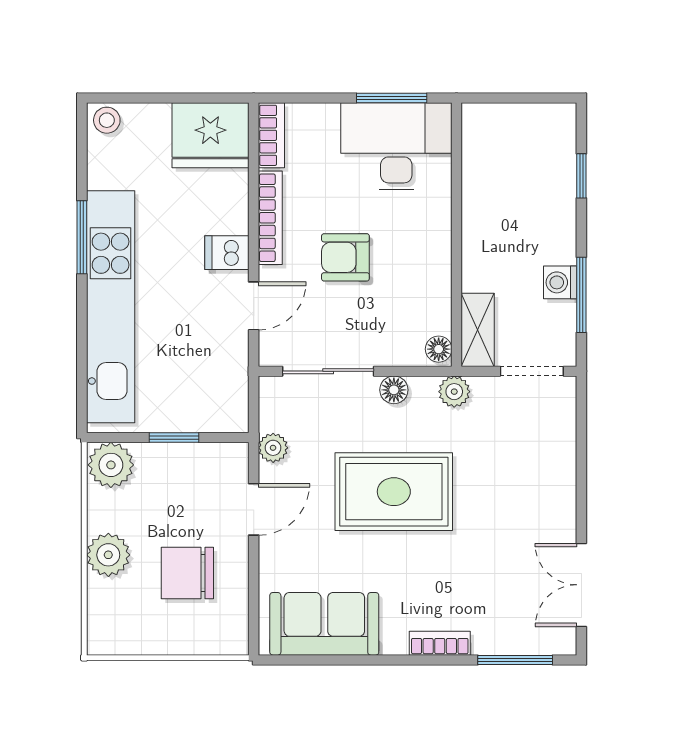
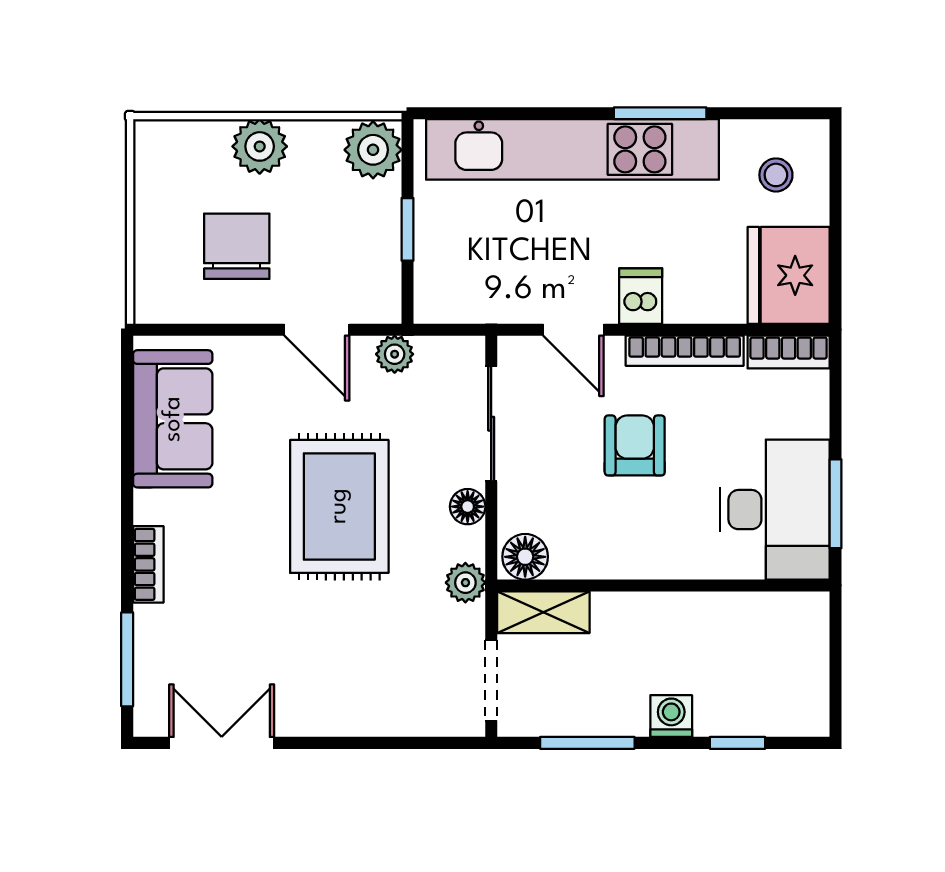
stool: (107, 120) -> (776, 175), moved
washing machine: (560, 282) -> (671, 716), moved
floor lamp: (439, 349) -> (525, 557), width x1.37, depth x1.37

